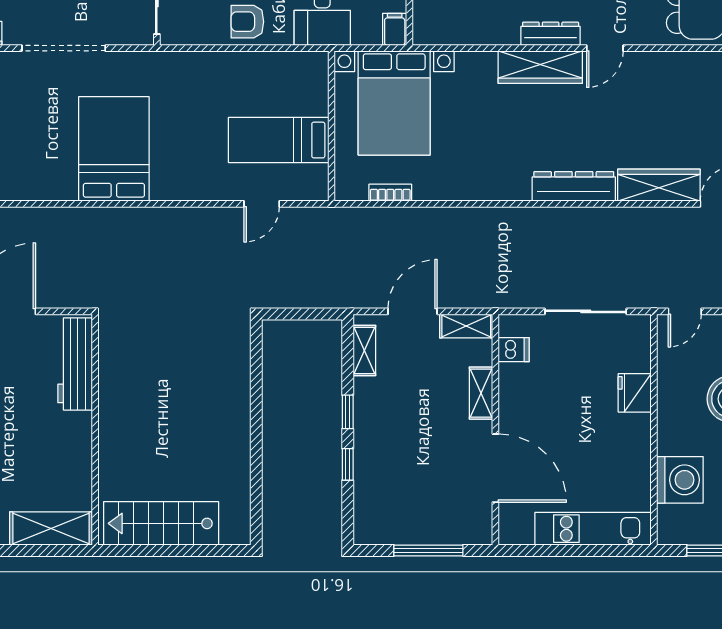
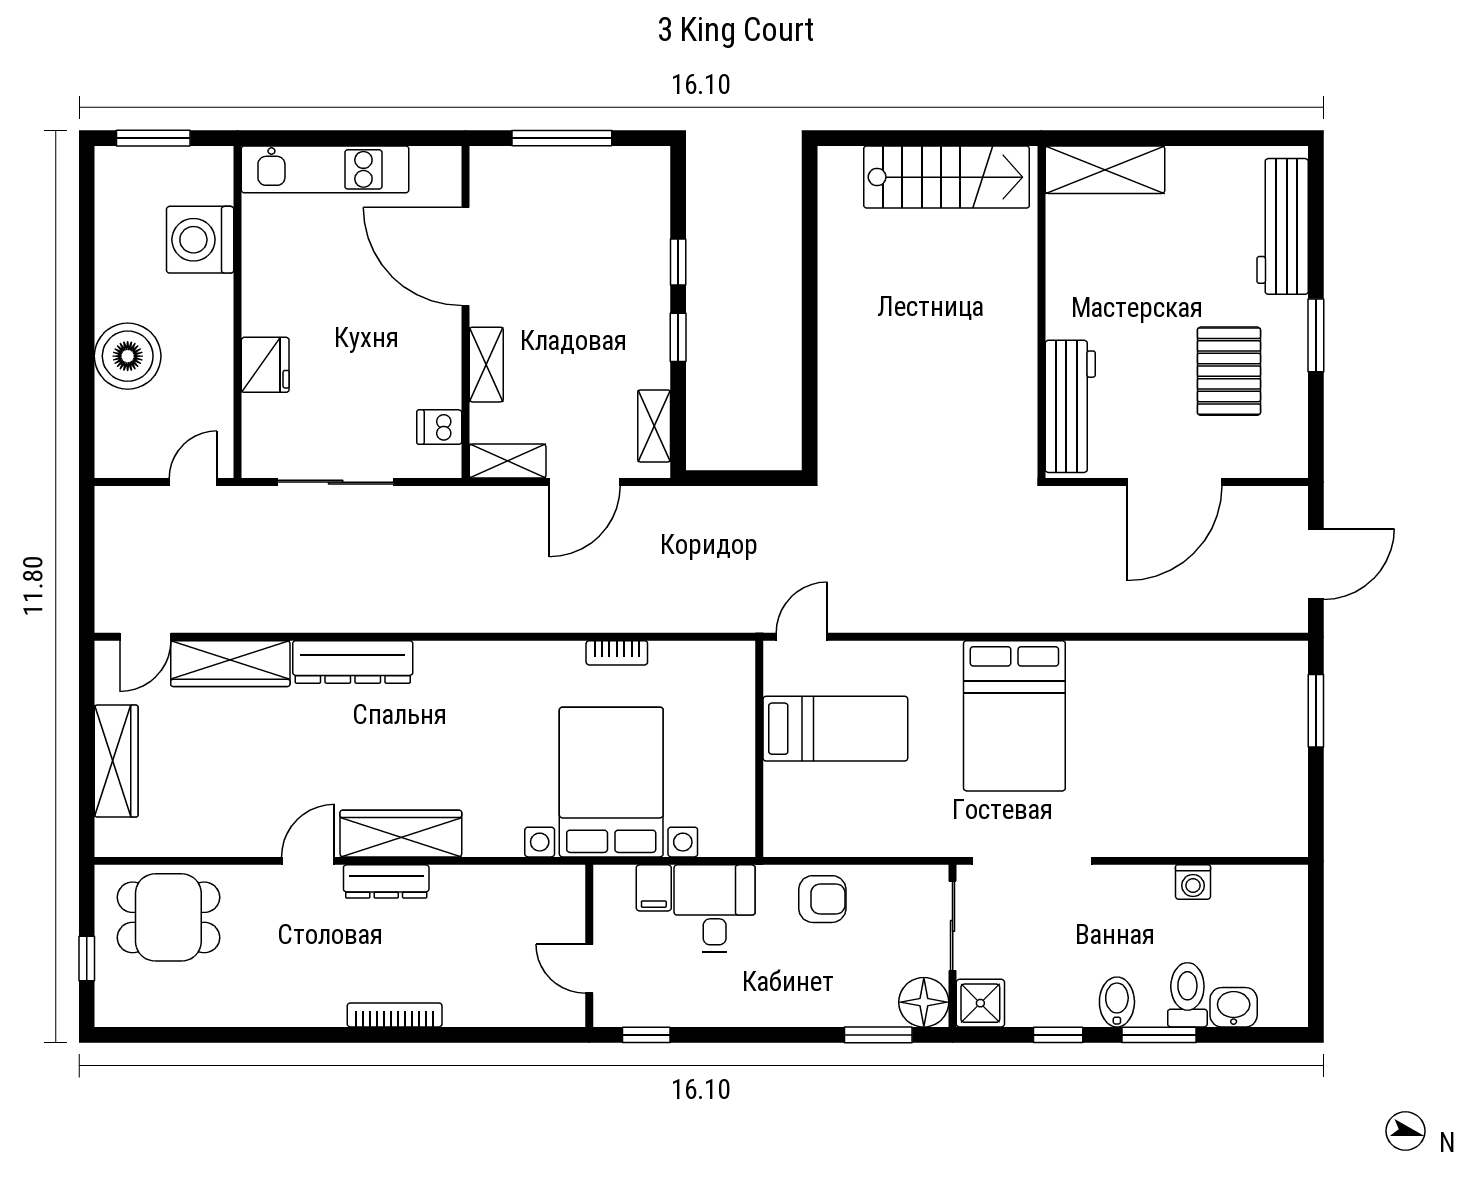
filing cabinet: (395, 29) -> (654, 888), moved
doorway: (64, 48) -> (1032, 861), moved
wall: (332, 126) -> (759, 749), moved
bed: (279, 140) -> (835, 729), moved

